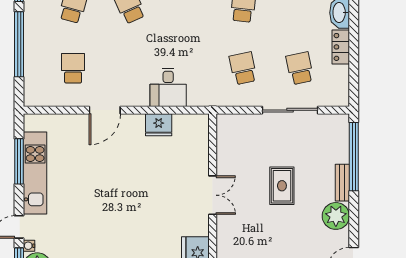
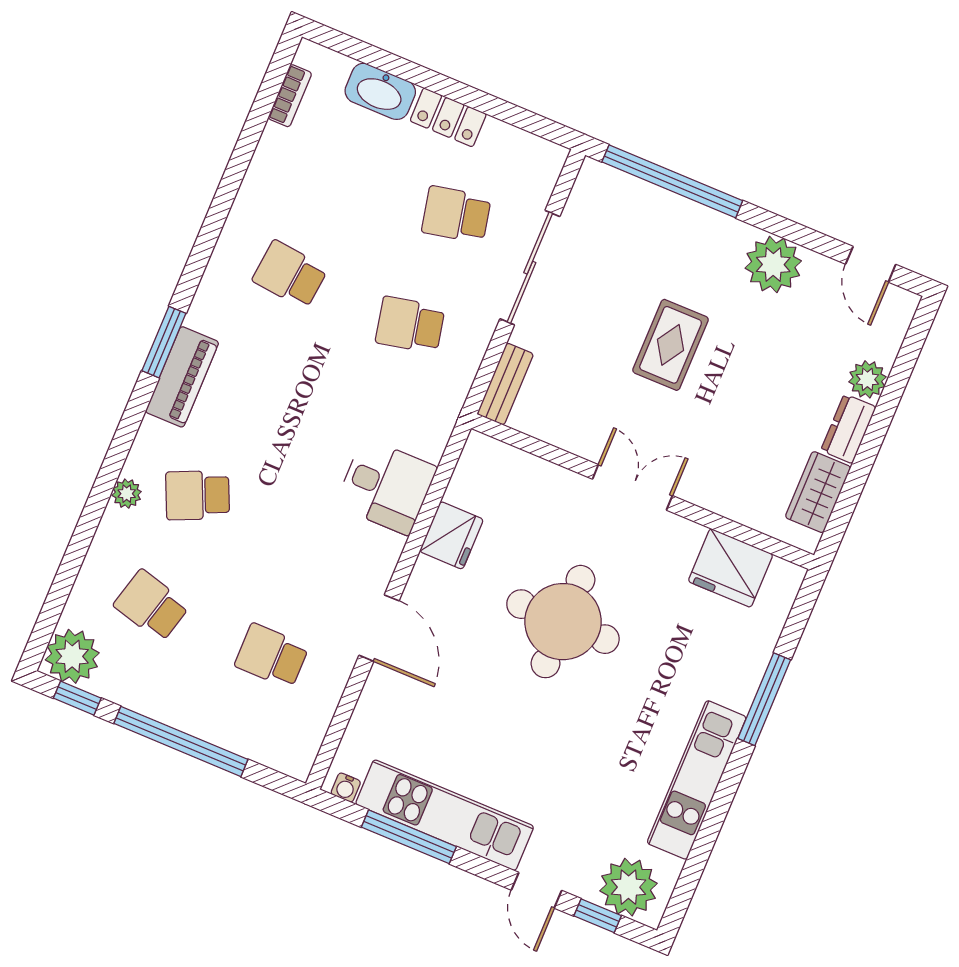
bench: (342, 183) -> (505, 384), moved, turned 90
rug: (282, 186) -> (671, 345), turned 90
round table: (141, 189) -> (563, 622), added
water cooler: (29, 246) -> (346, 788), moved

